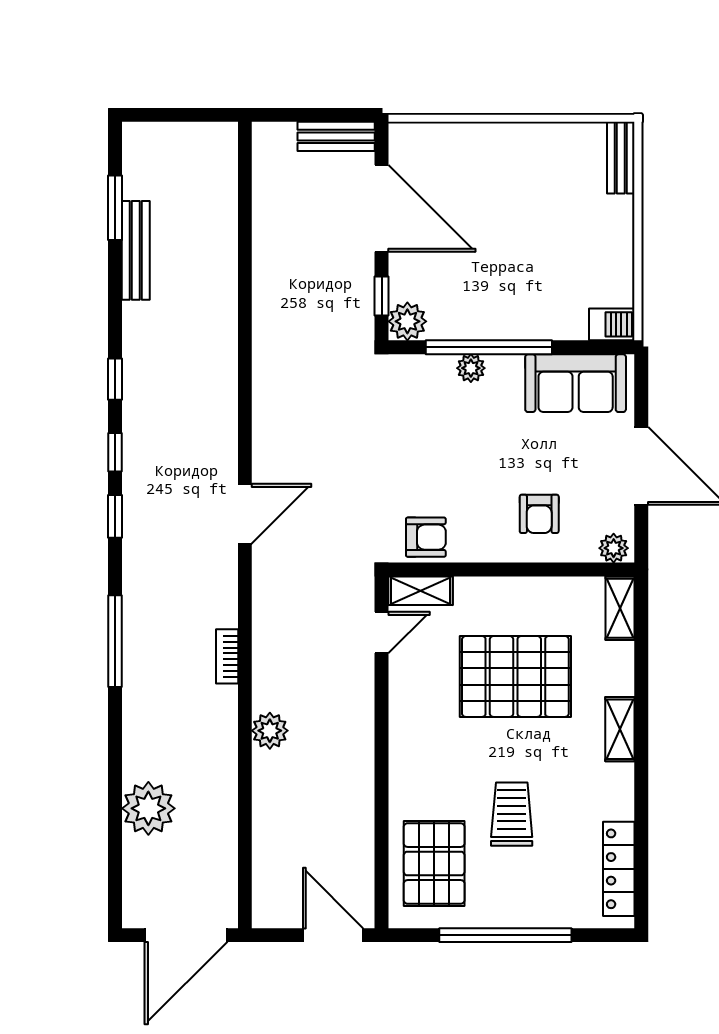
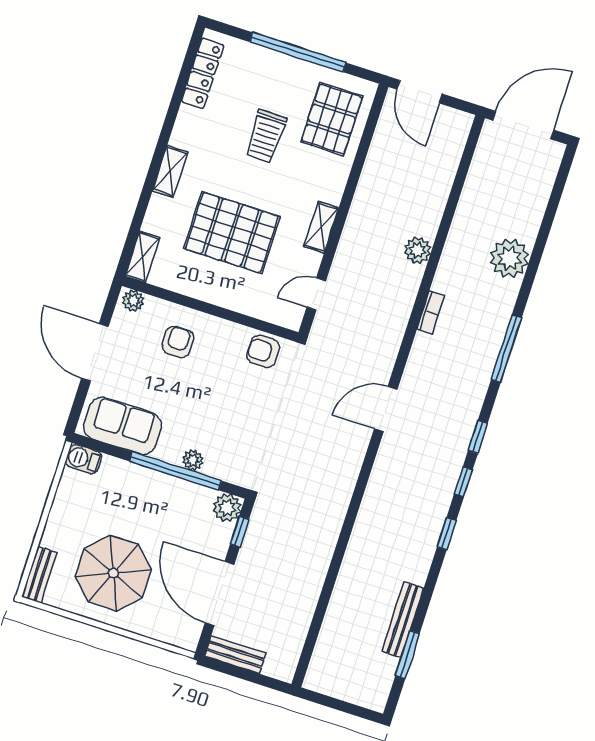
parasol: (526, 190) -> (113, 573), added
shelving: (420, 591) -> (321, 227), moved, turned 90
plant: (148, 808) -> (510, 258), moved

